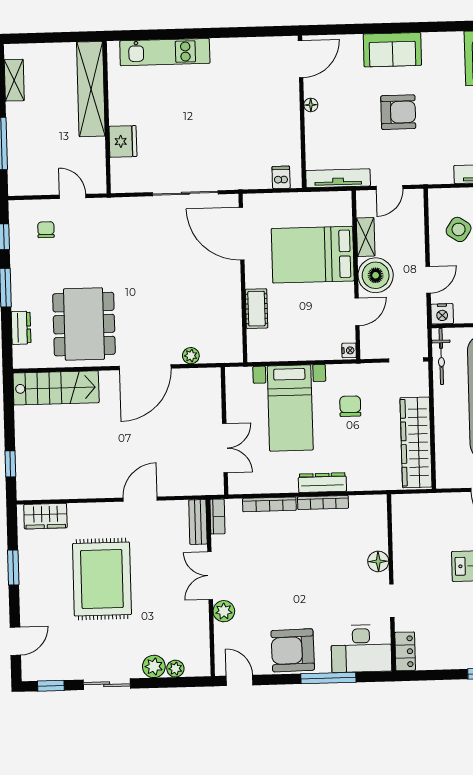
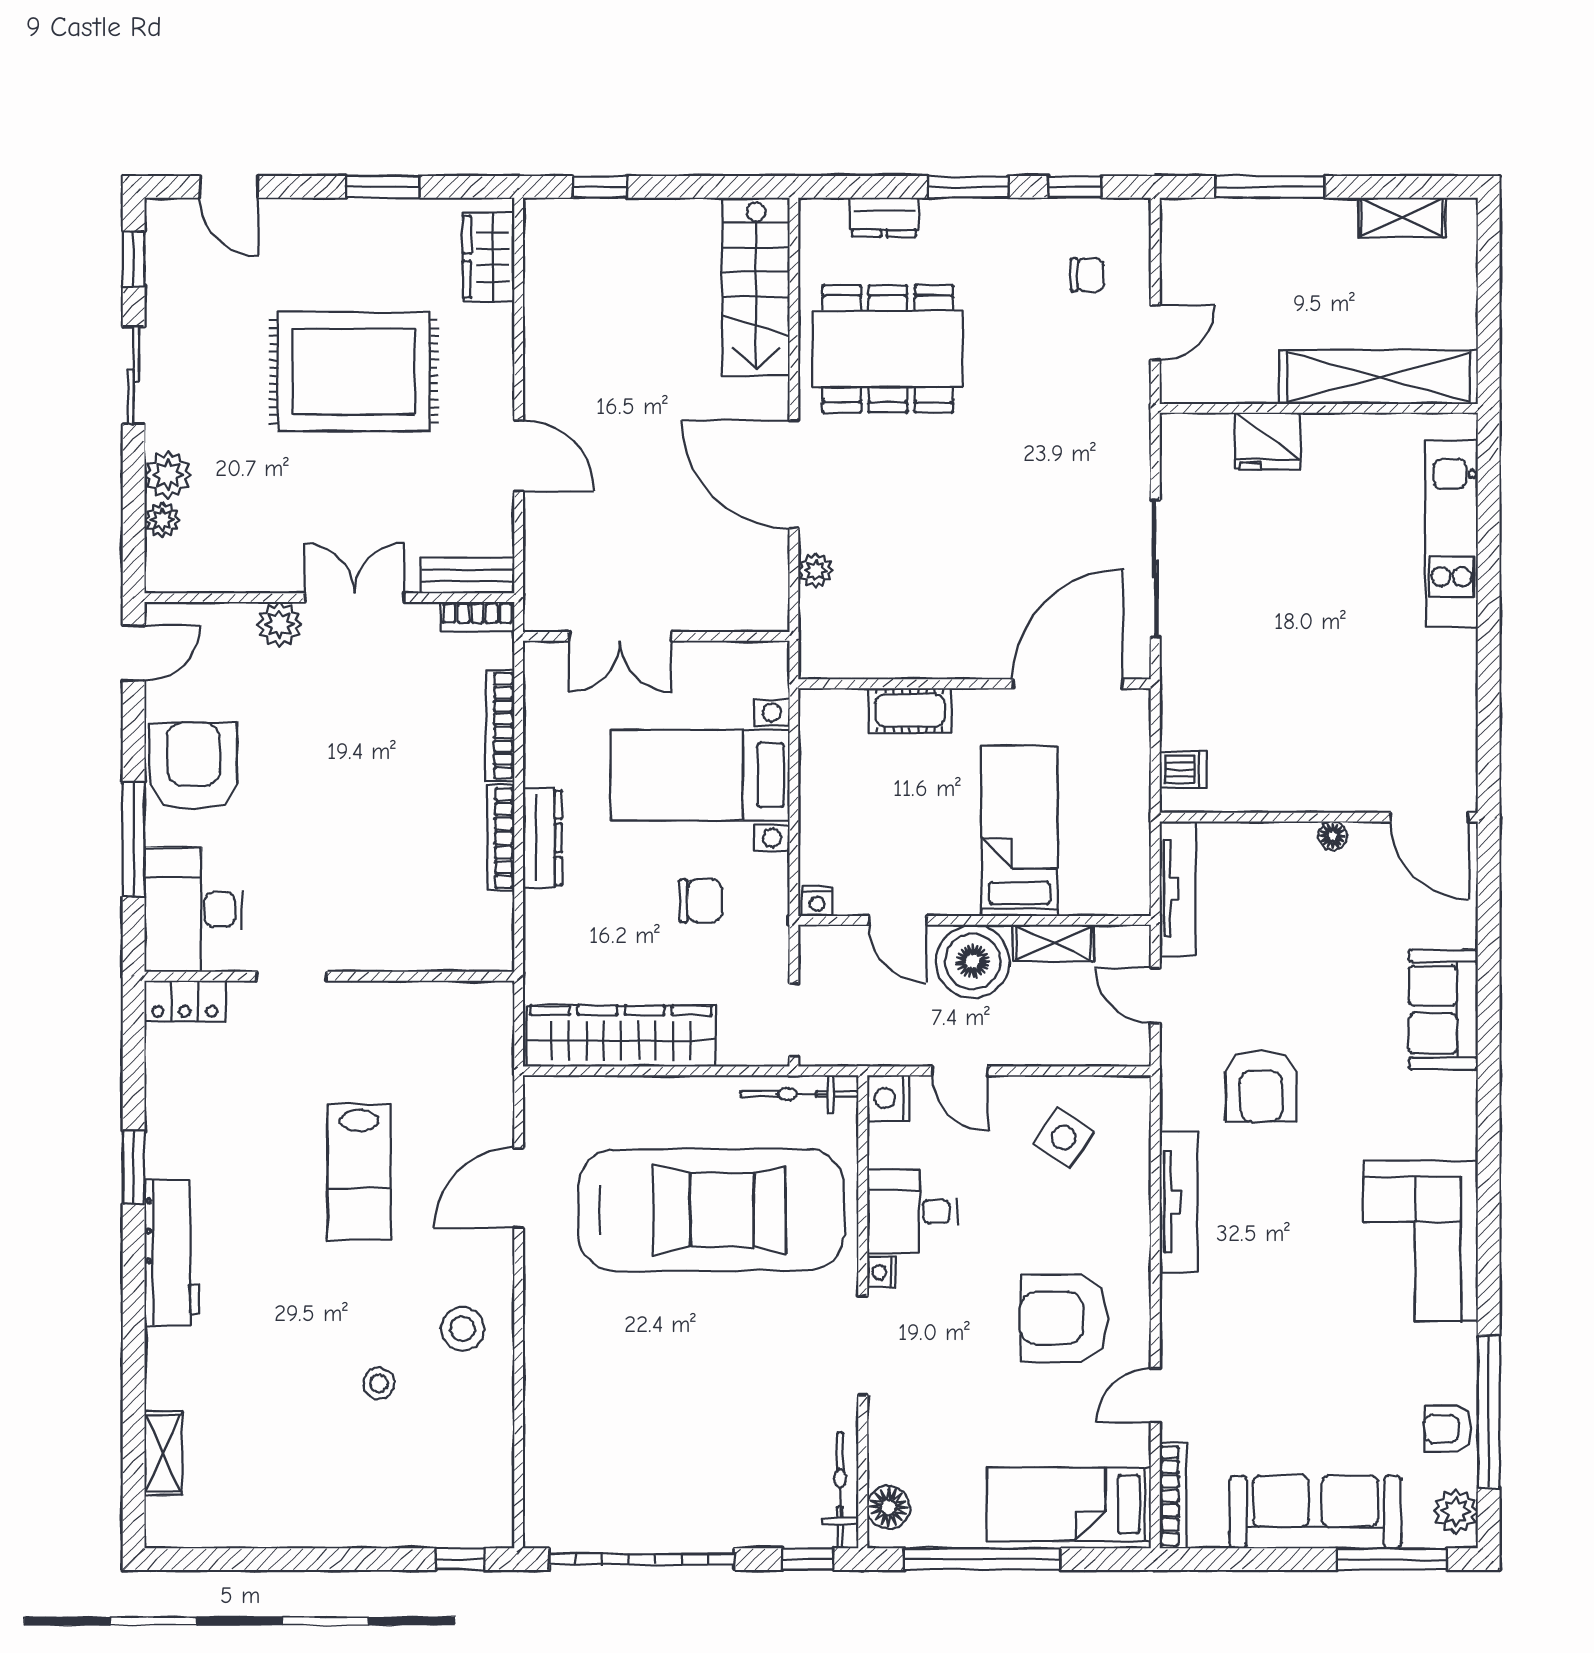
armchair: (398, 112) -> (1261, 1086), moved
bed: (313, 255) -> (1019, 831), width x0.67
floor lamp: (378, 561) -> (374, 950), removed

